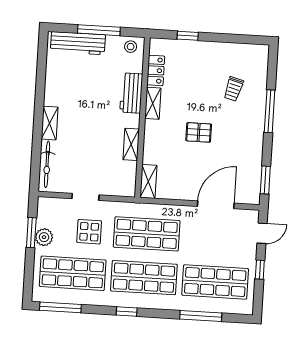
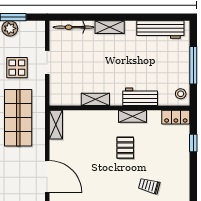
workbench: (78, 43) -> (160, 30), moved, turned -90
locker: (156, 70) -> (176, 117), moved
pallet: (199, 132) -> (125, 148), moved
shelving: (148, 182) -> (56, 125), moved, turned 90

